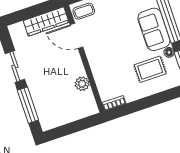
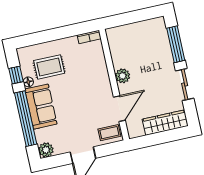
wardrobe: (46, 21) -> (165, 123), moved
door: (76, 36) -> (119, 109), hinge flipped
plant: (82, 84) -> (123, 76), moved

